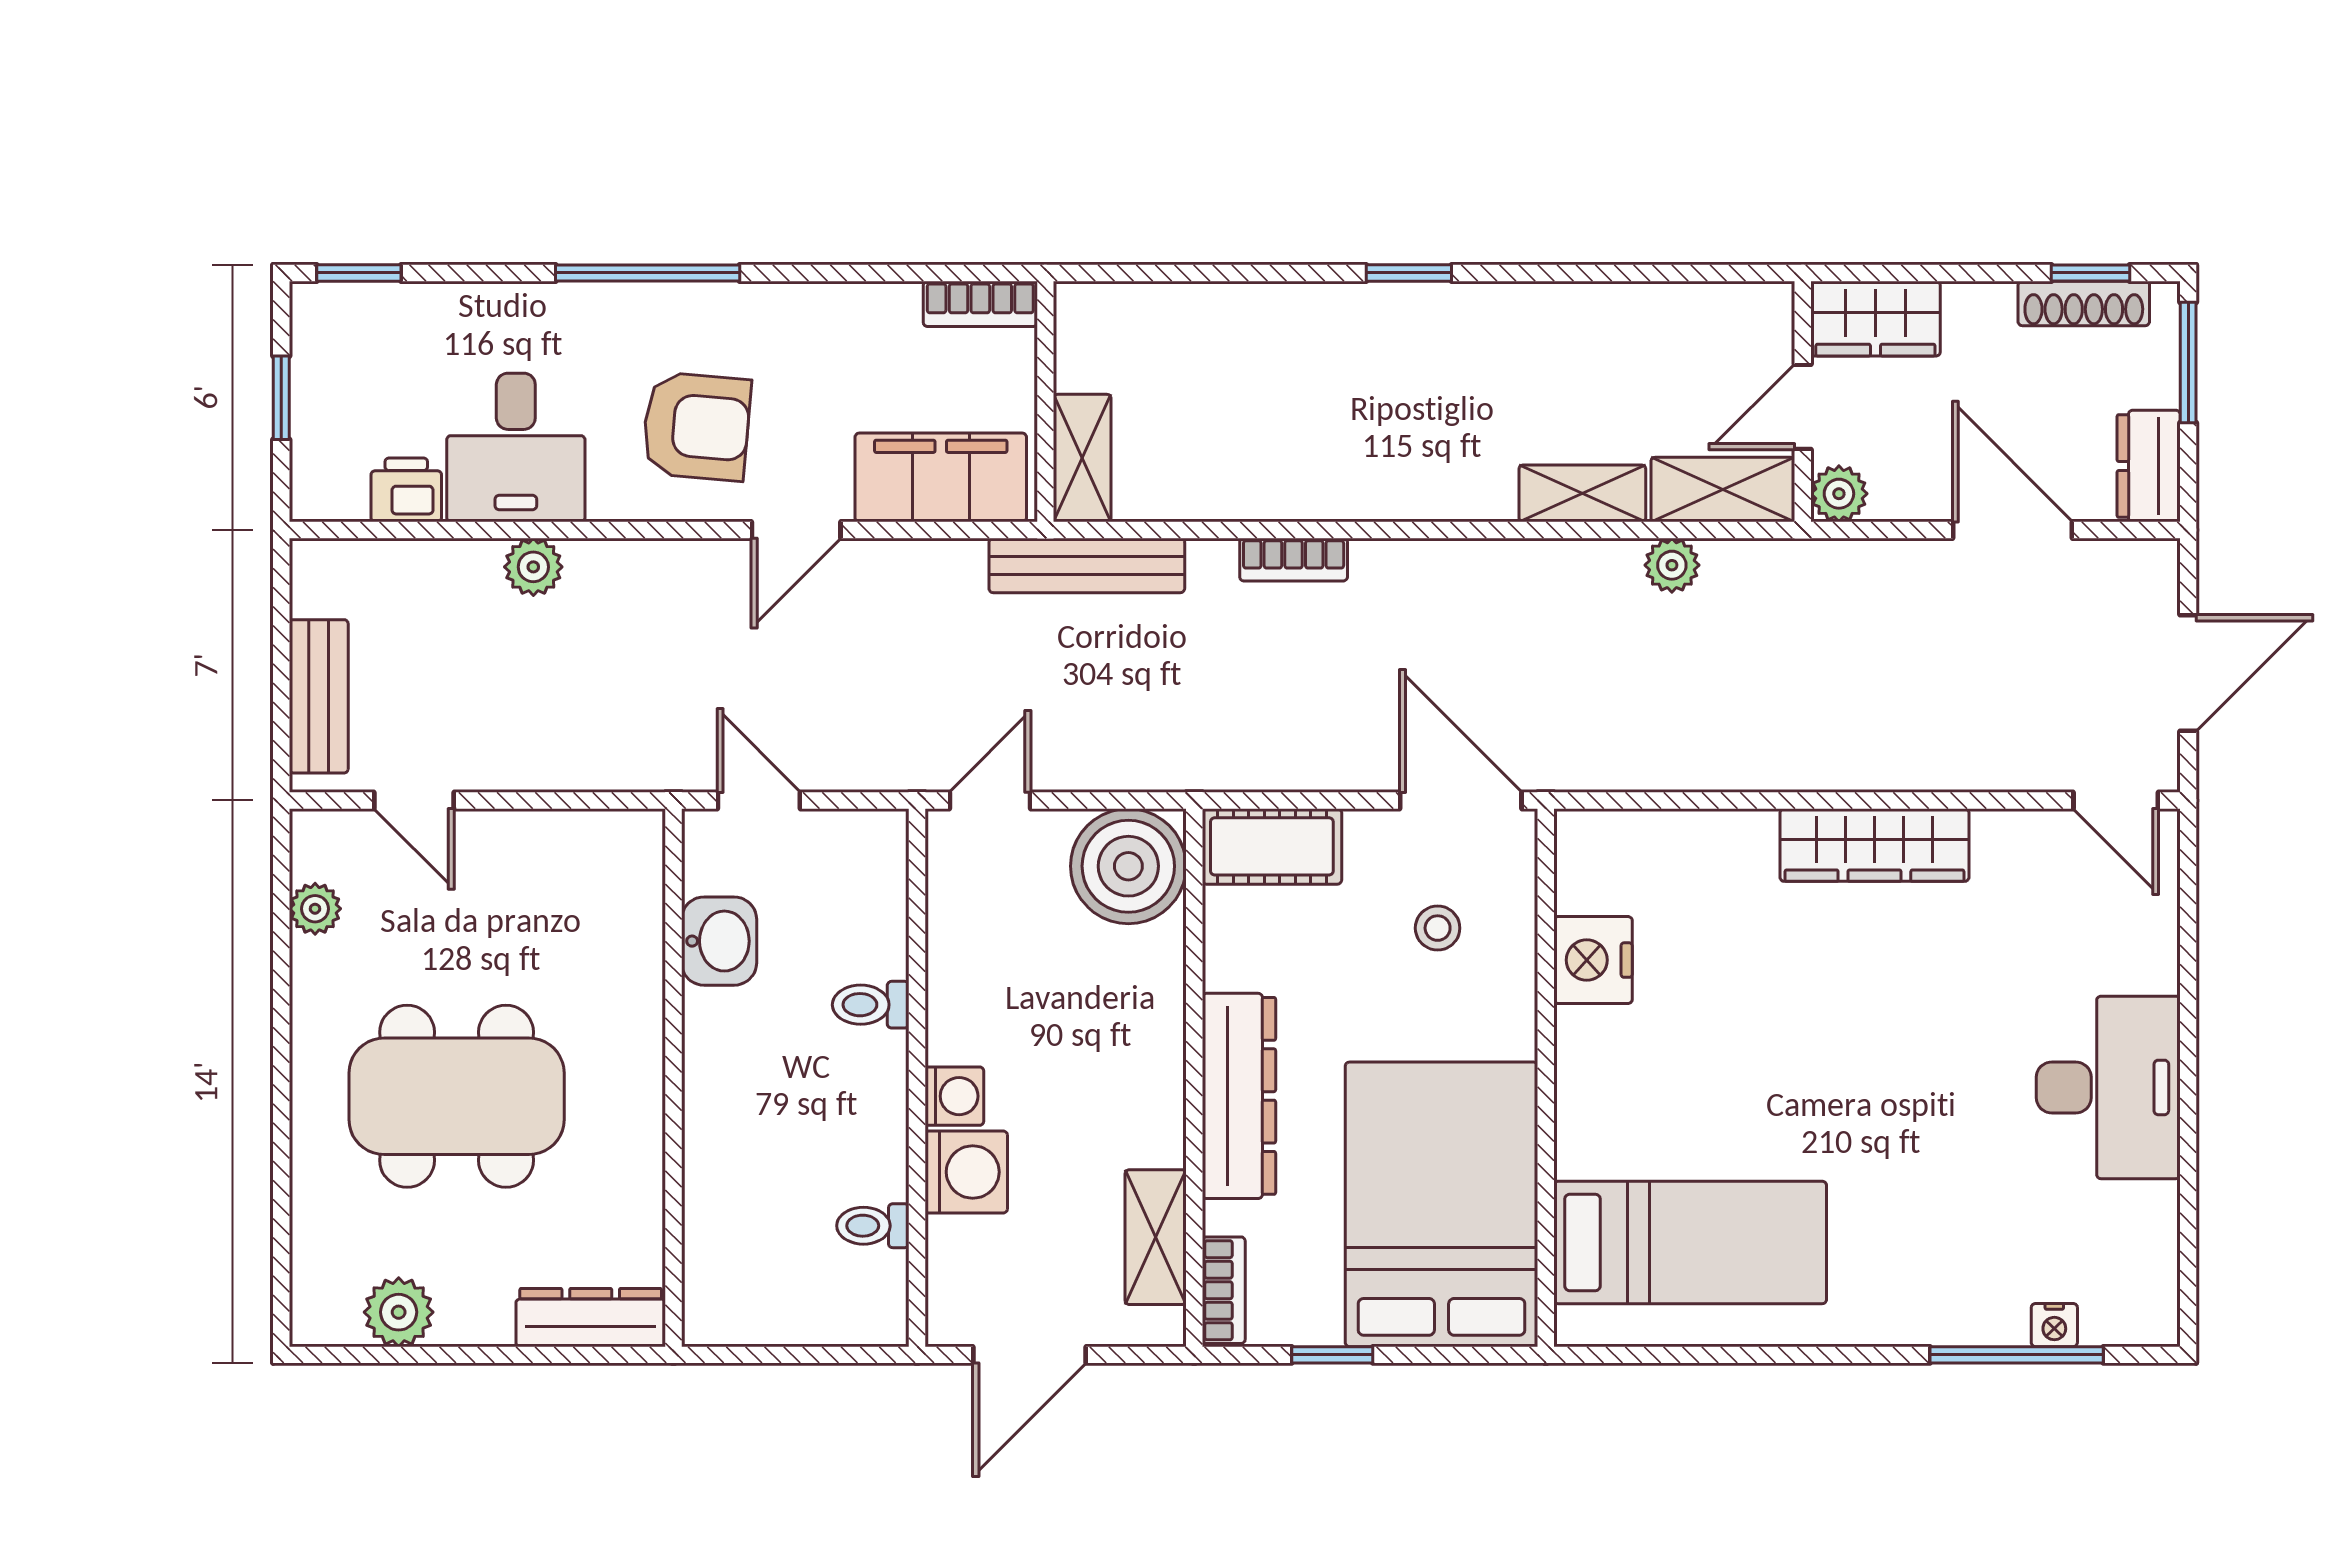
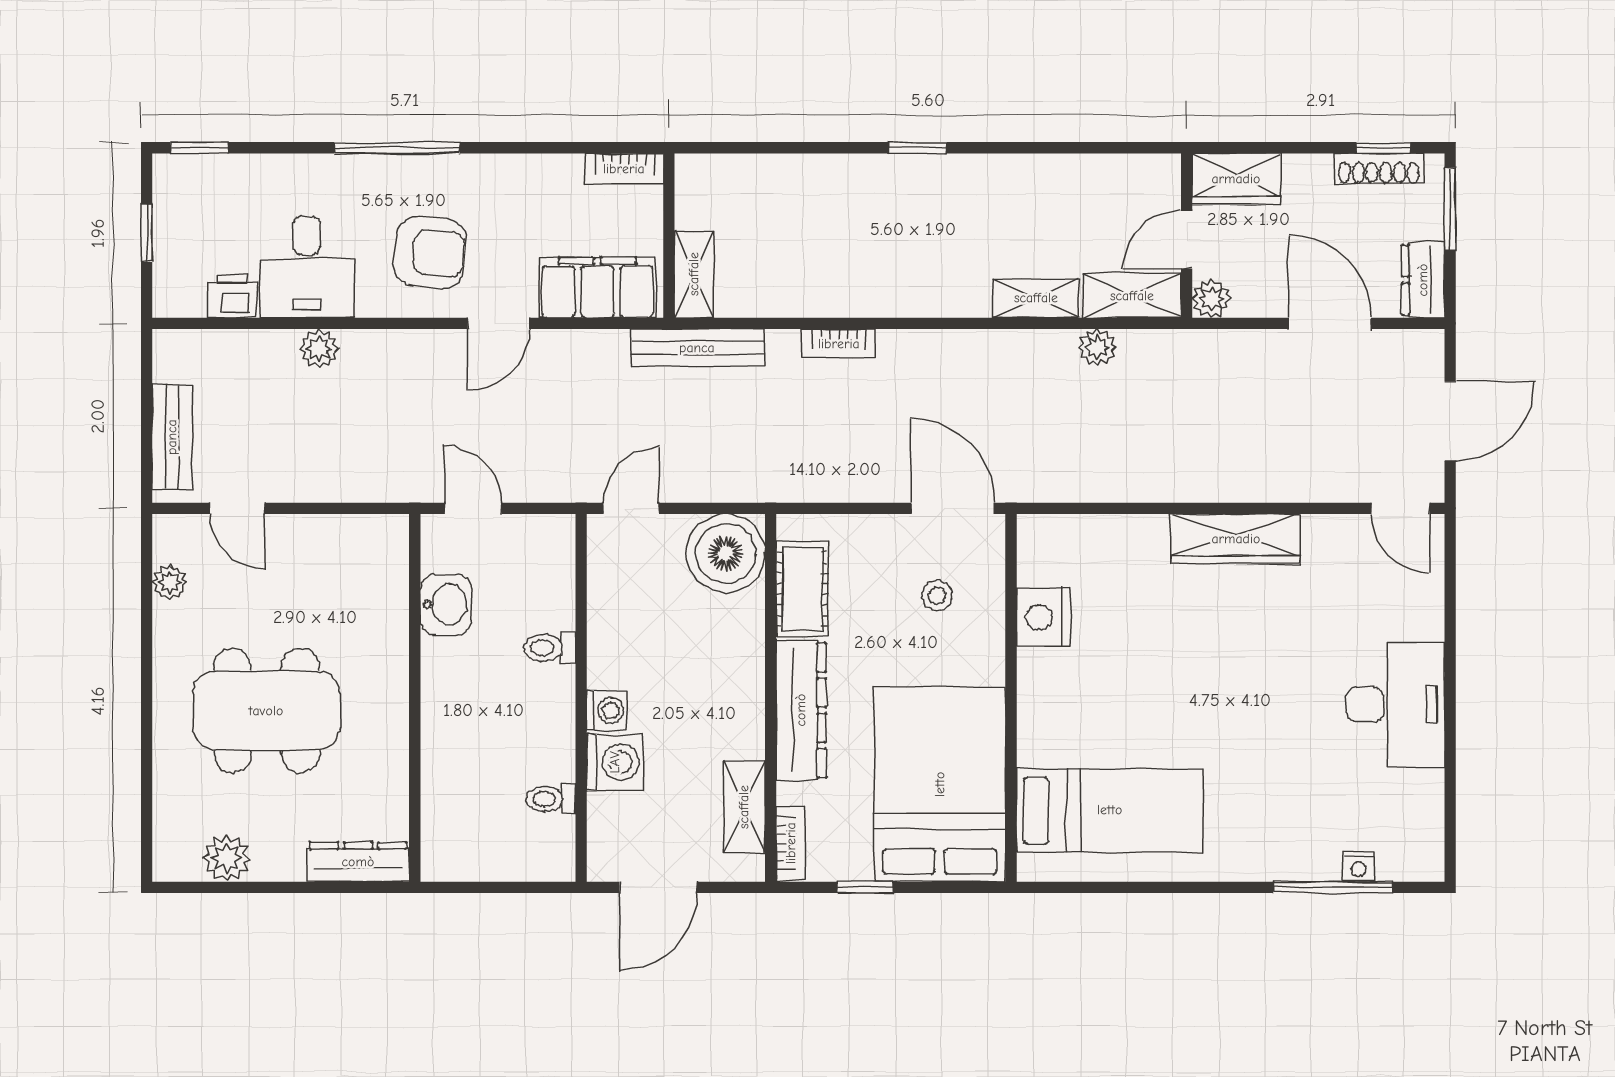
cot: (1272, 846) -> (802, 589), moved, turned 90

